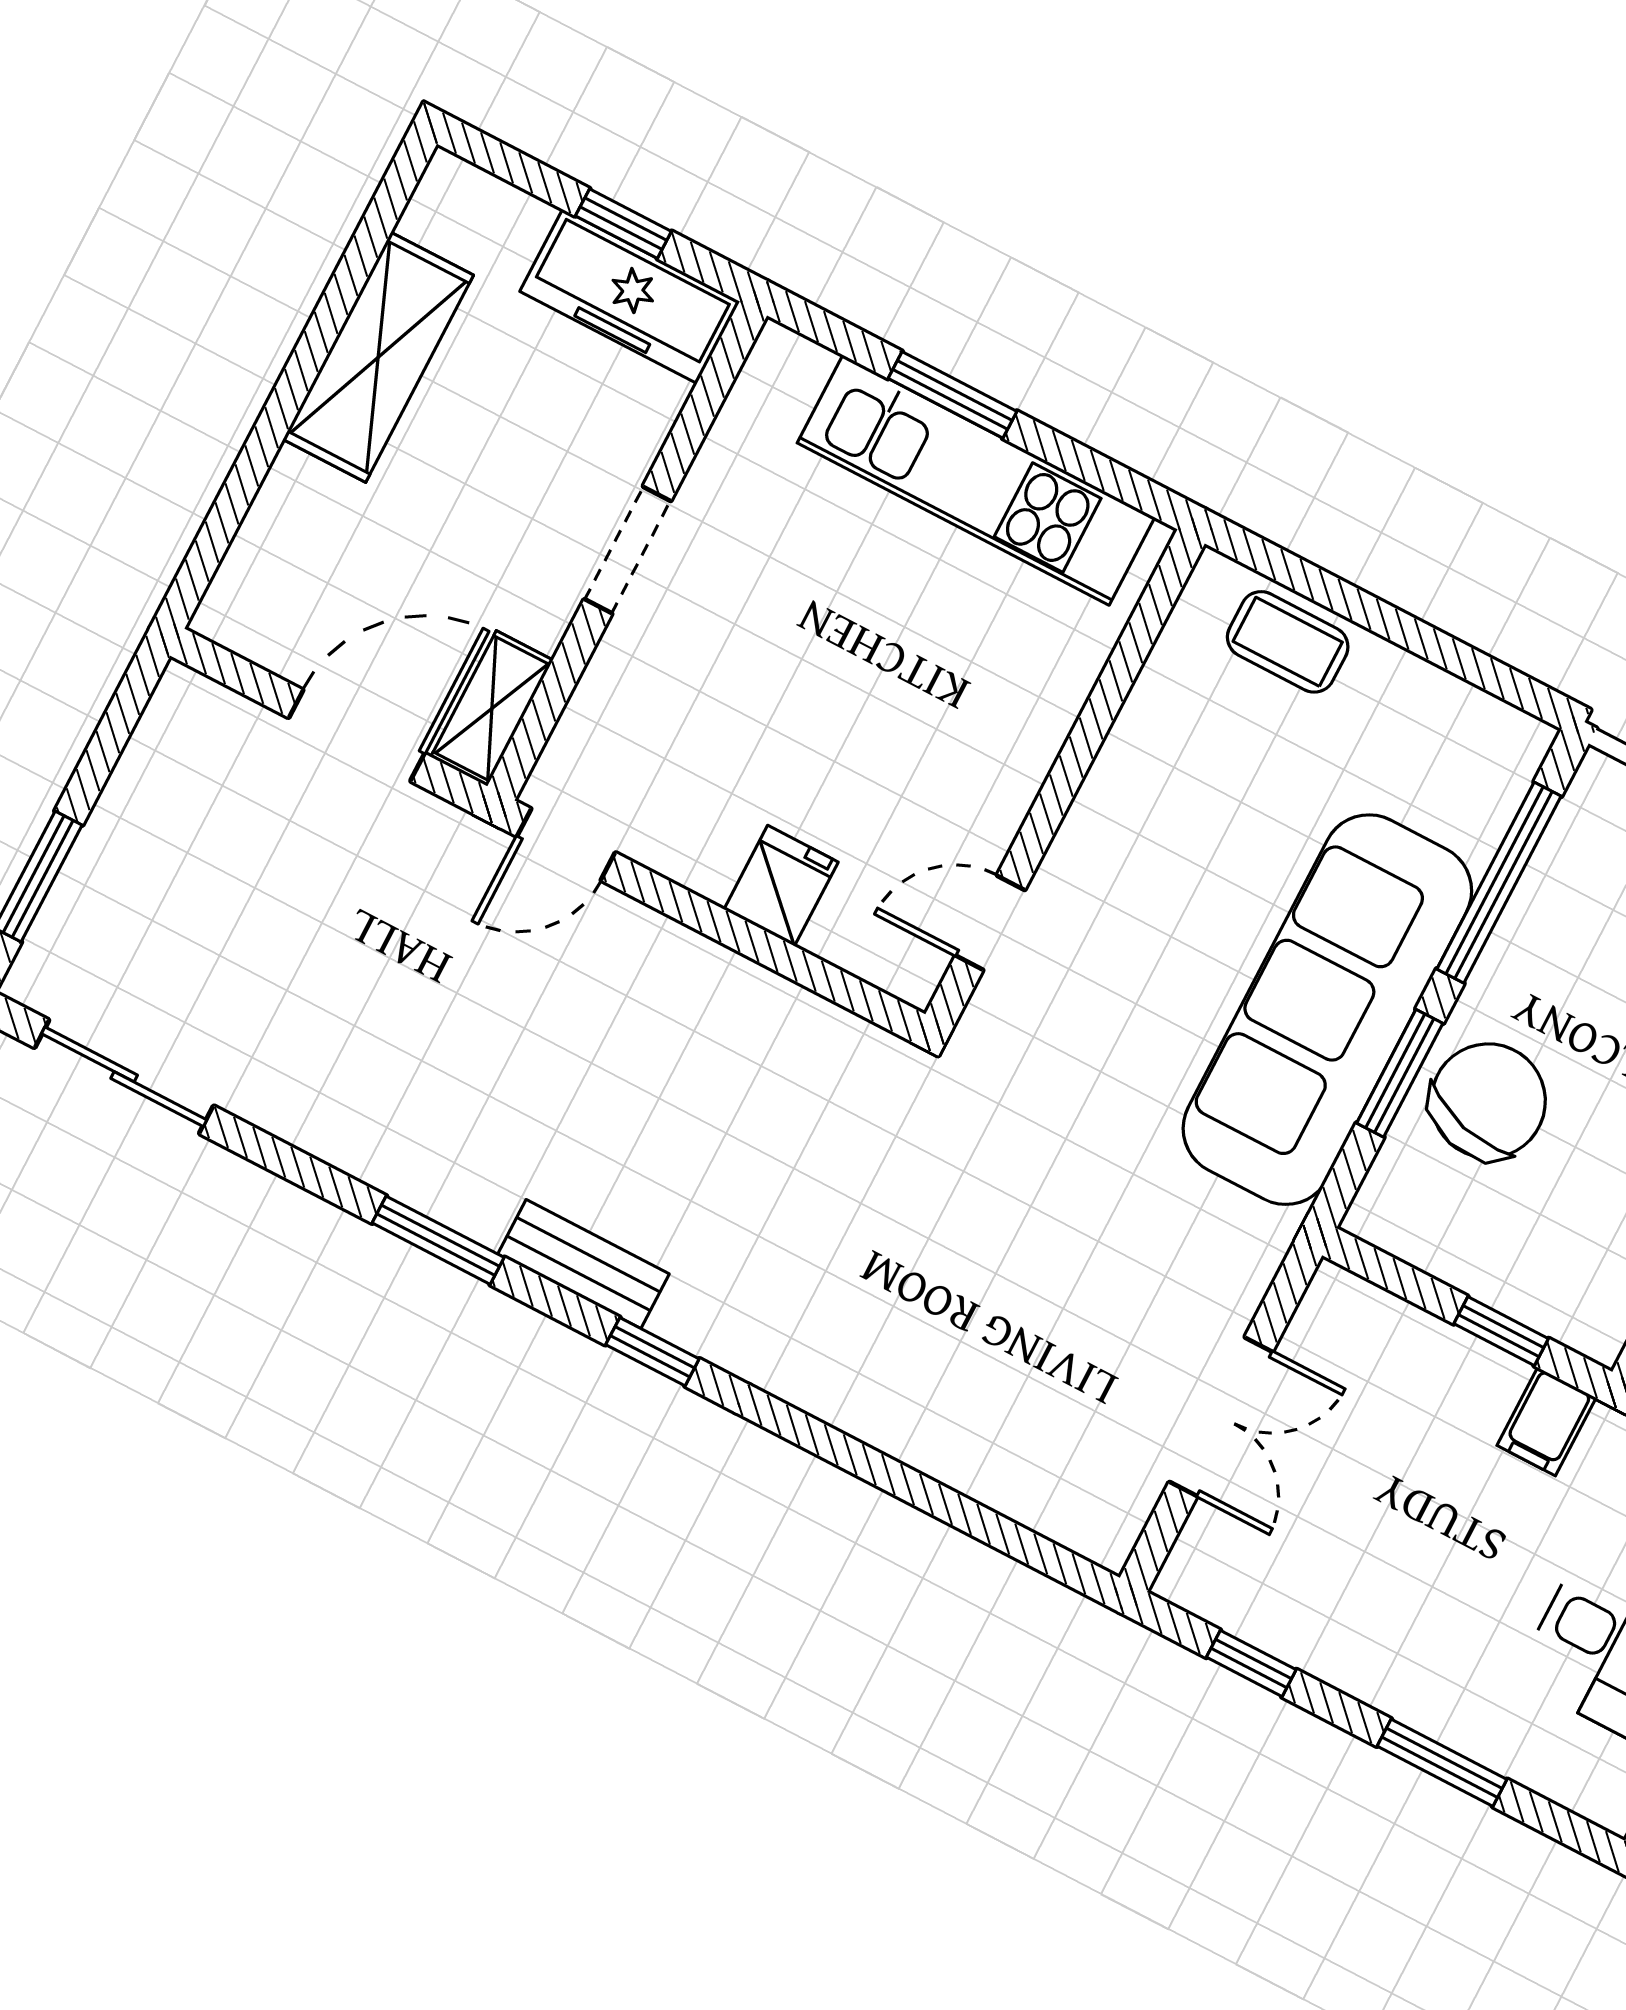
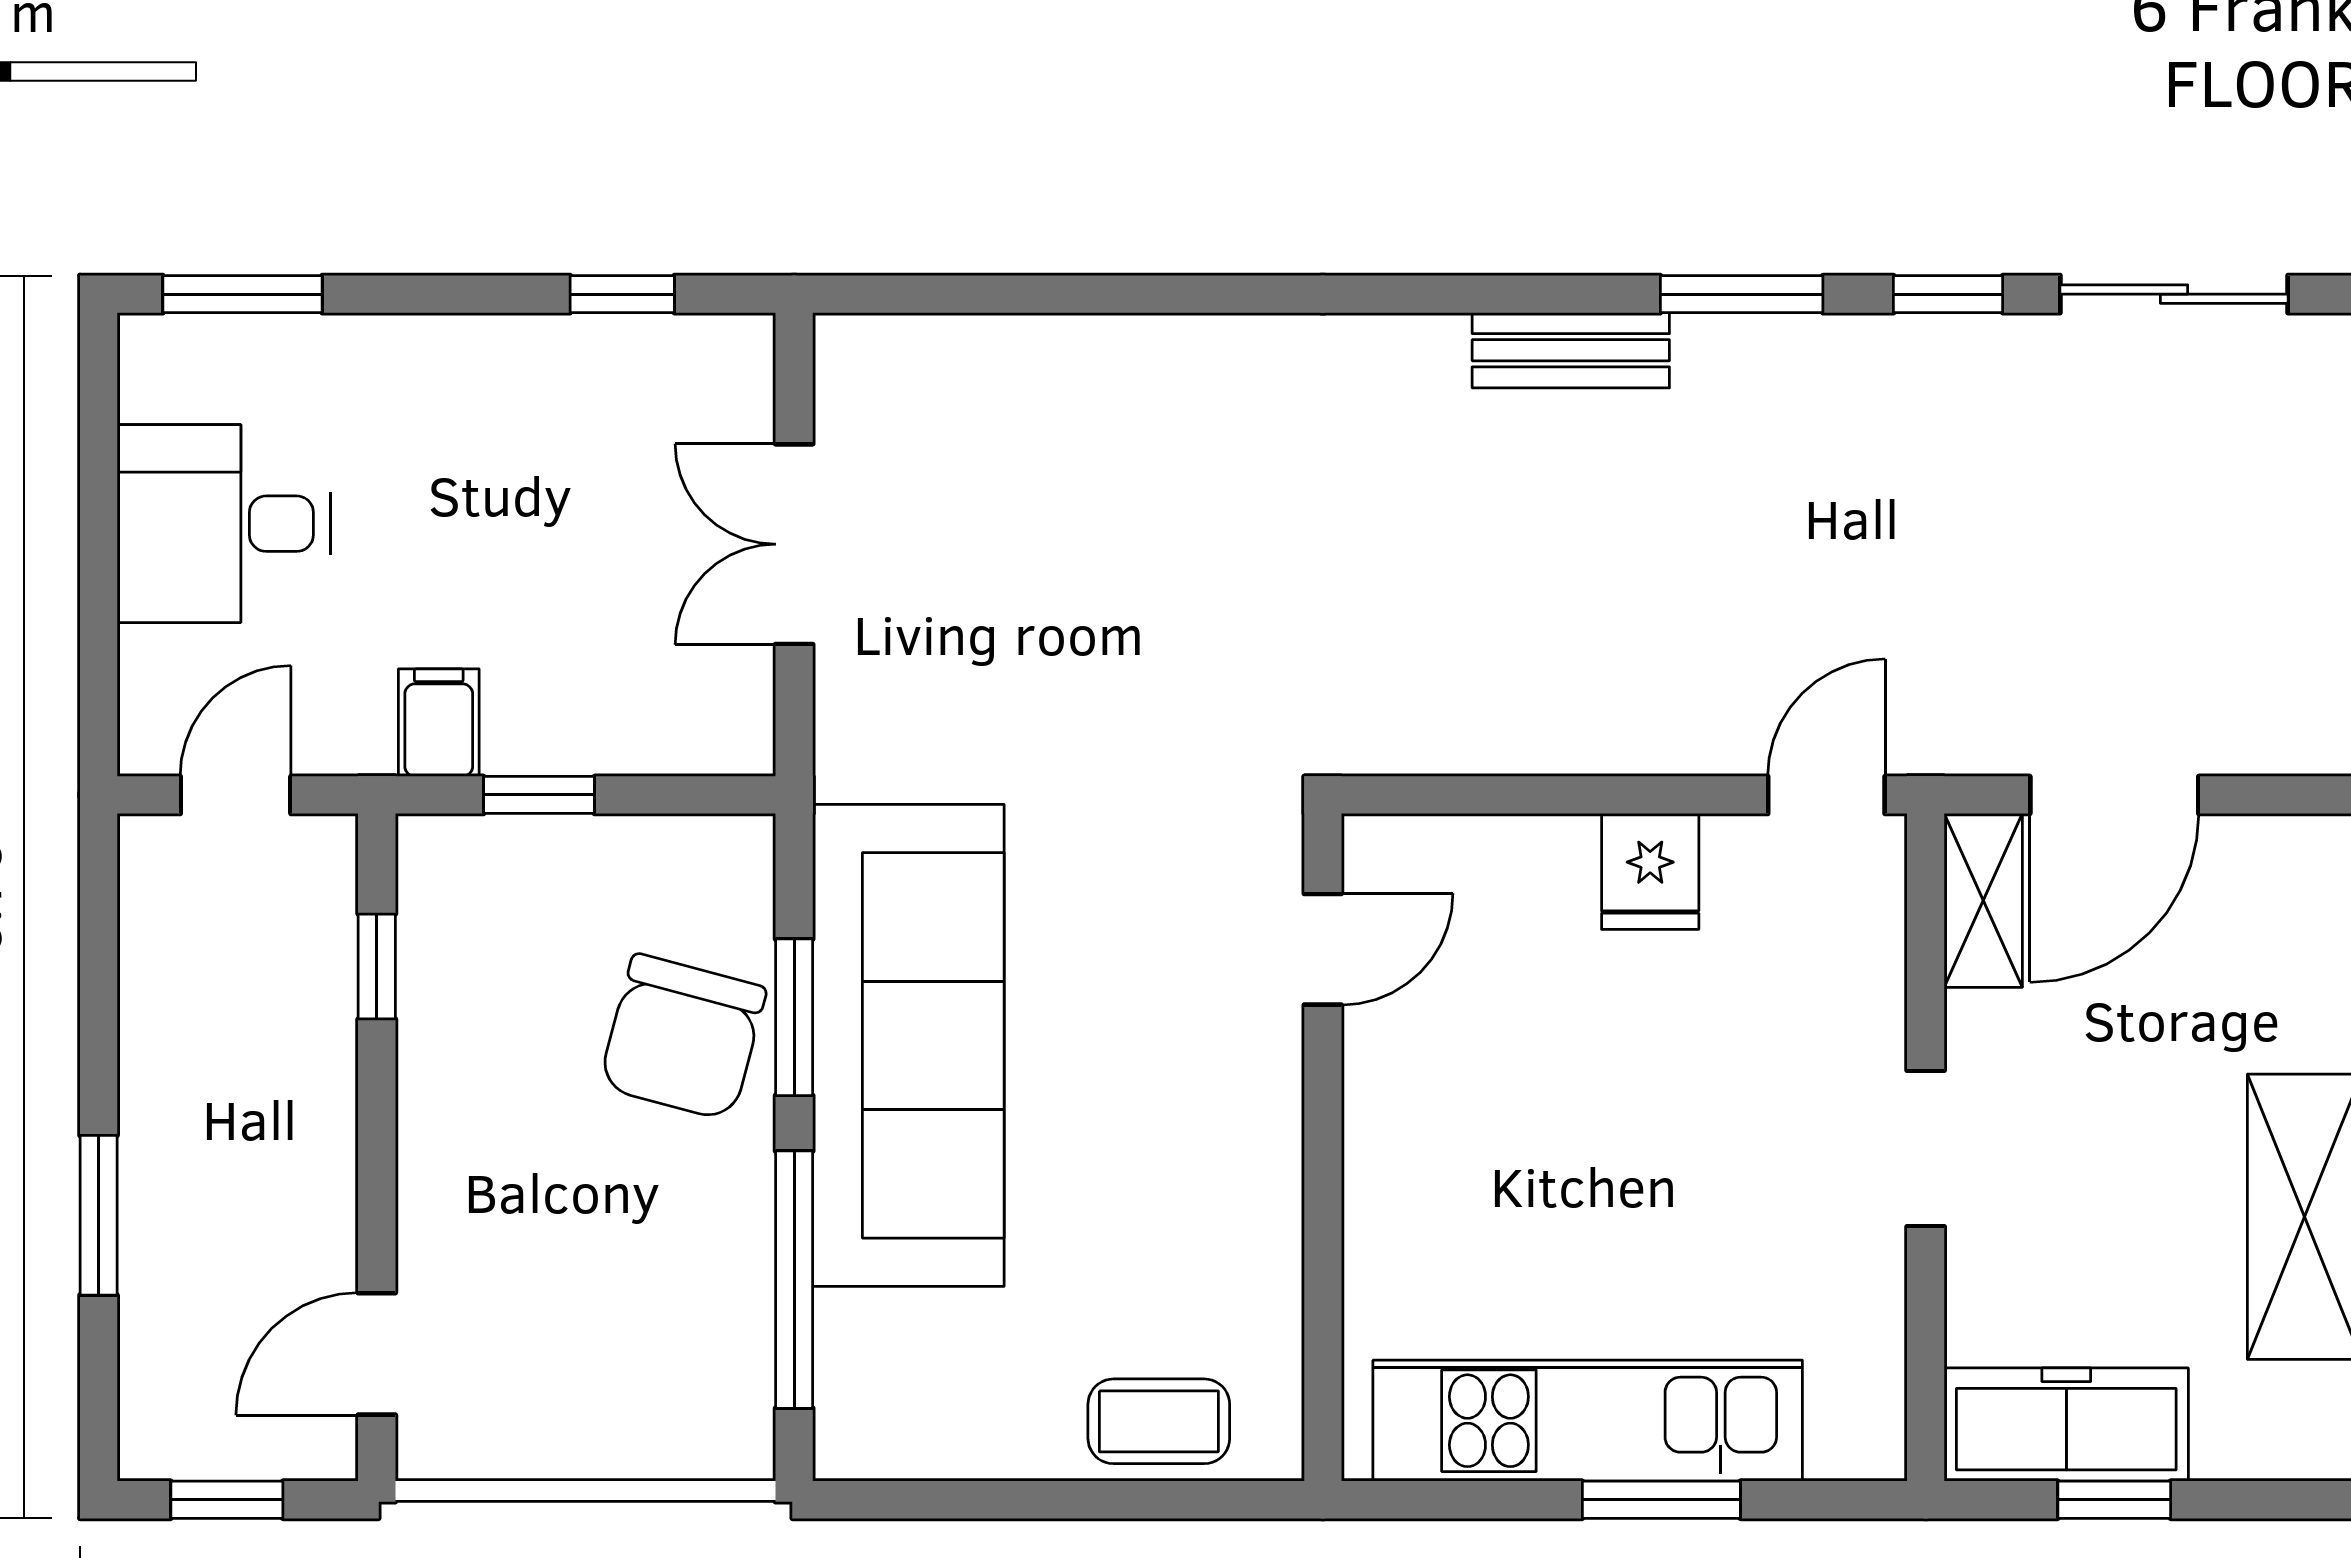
fridge: (781, 886) -> (1650, 871), moved
window: (652, 1352) -> (1948, 294), moved
window: (1442, 1763) -> (242, 294), moved

